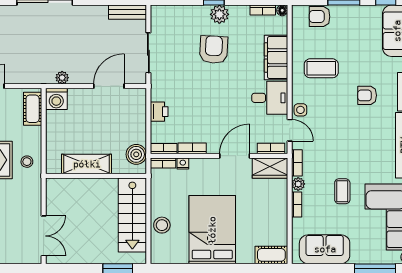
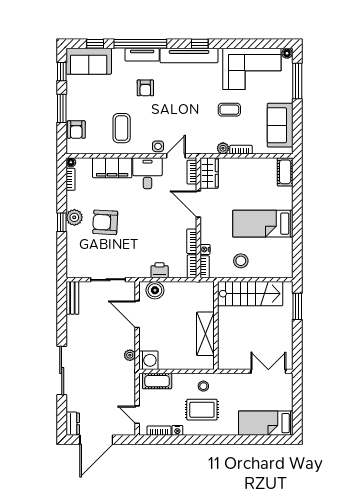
boiler: (136, 154) -> (155, 290), moved
bookcase: (297, 163) -> (204, 149), removed
stool: (162, 225) -> (241, 261), moved
bed: (212, 230) -> (263, 224), width x0.67

